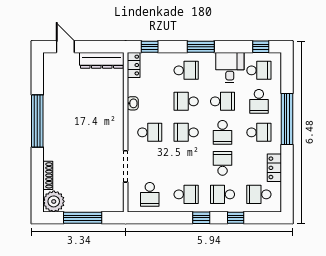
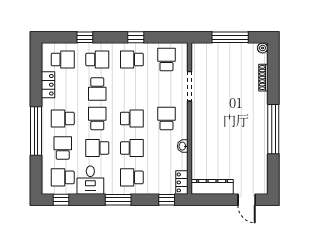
school desk: (150, 132) -> (166, 118), turned 90
plant: (54, 201) -> (263, 48), width x0.53, depth x0.53
window: (201, 218) -> (136, 37), moved

